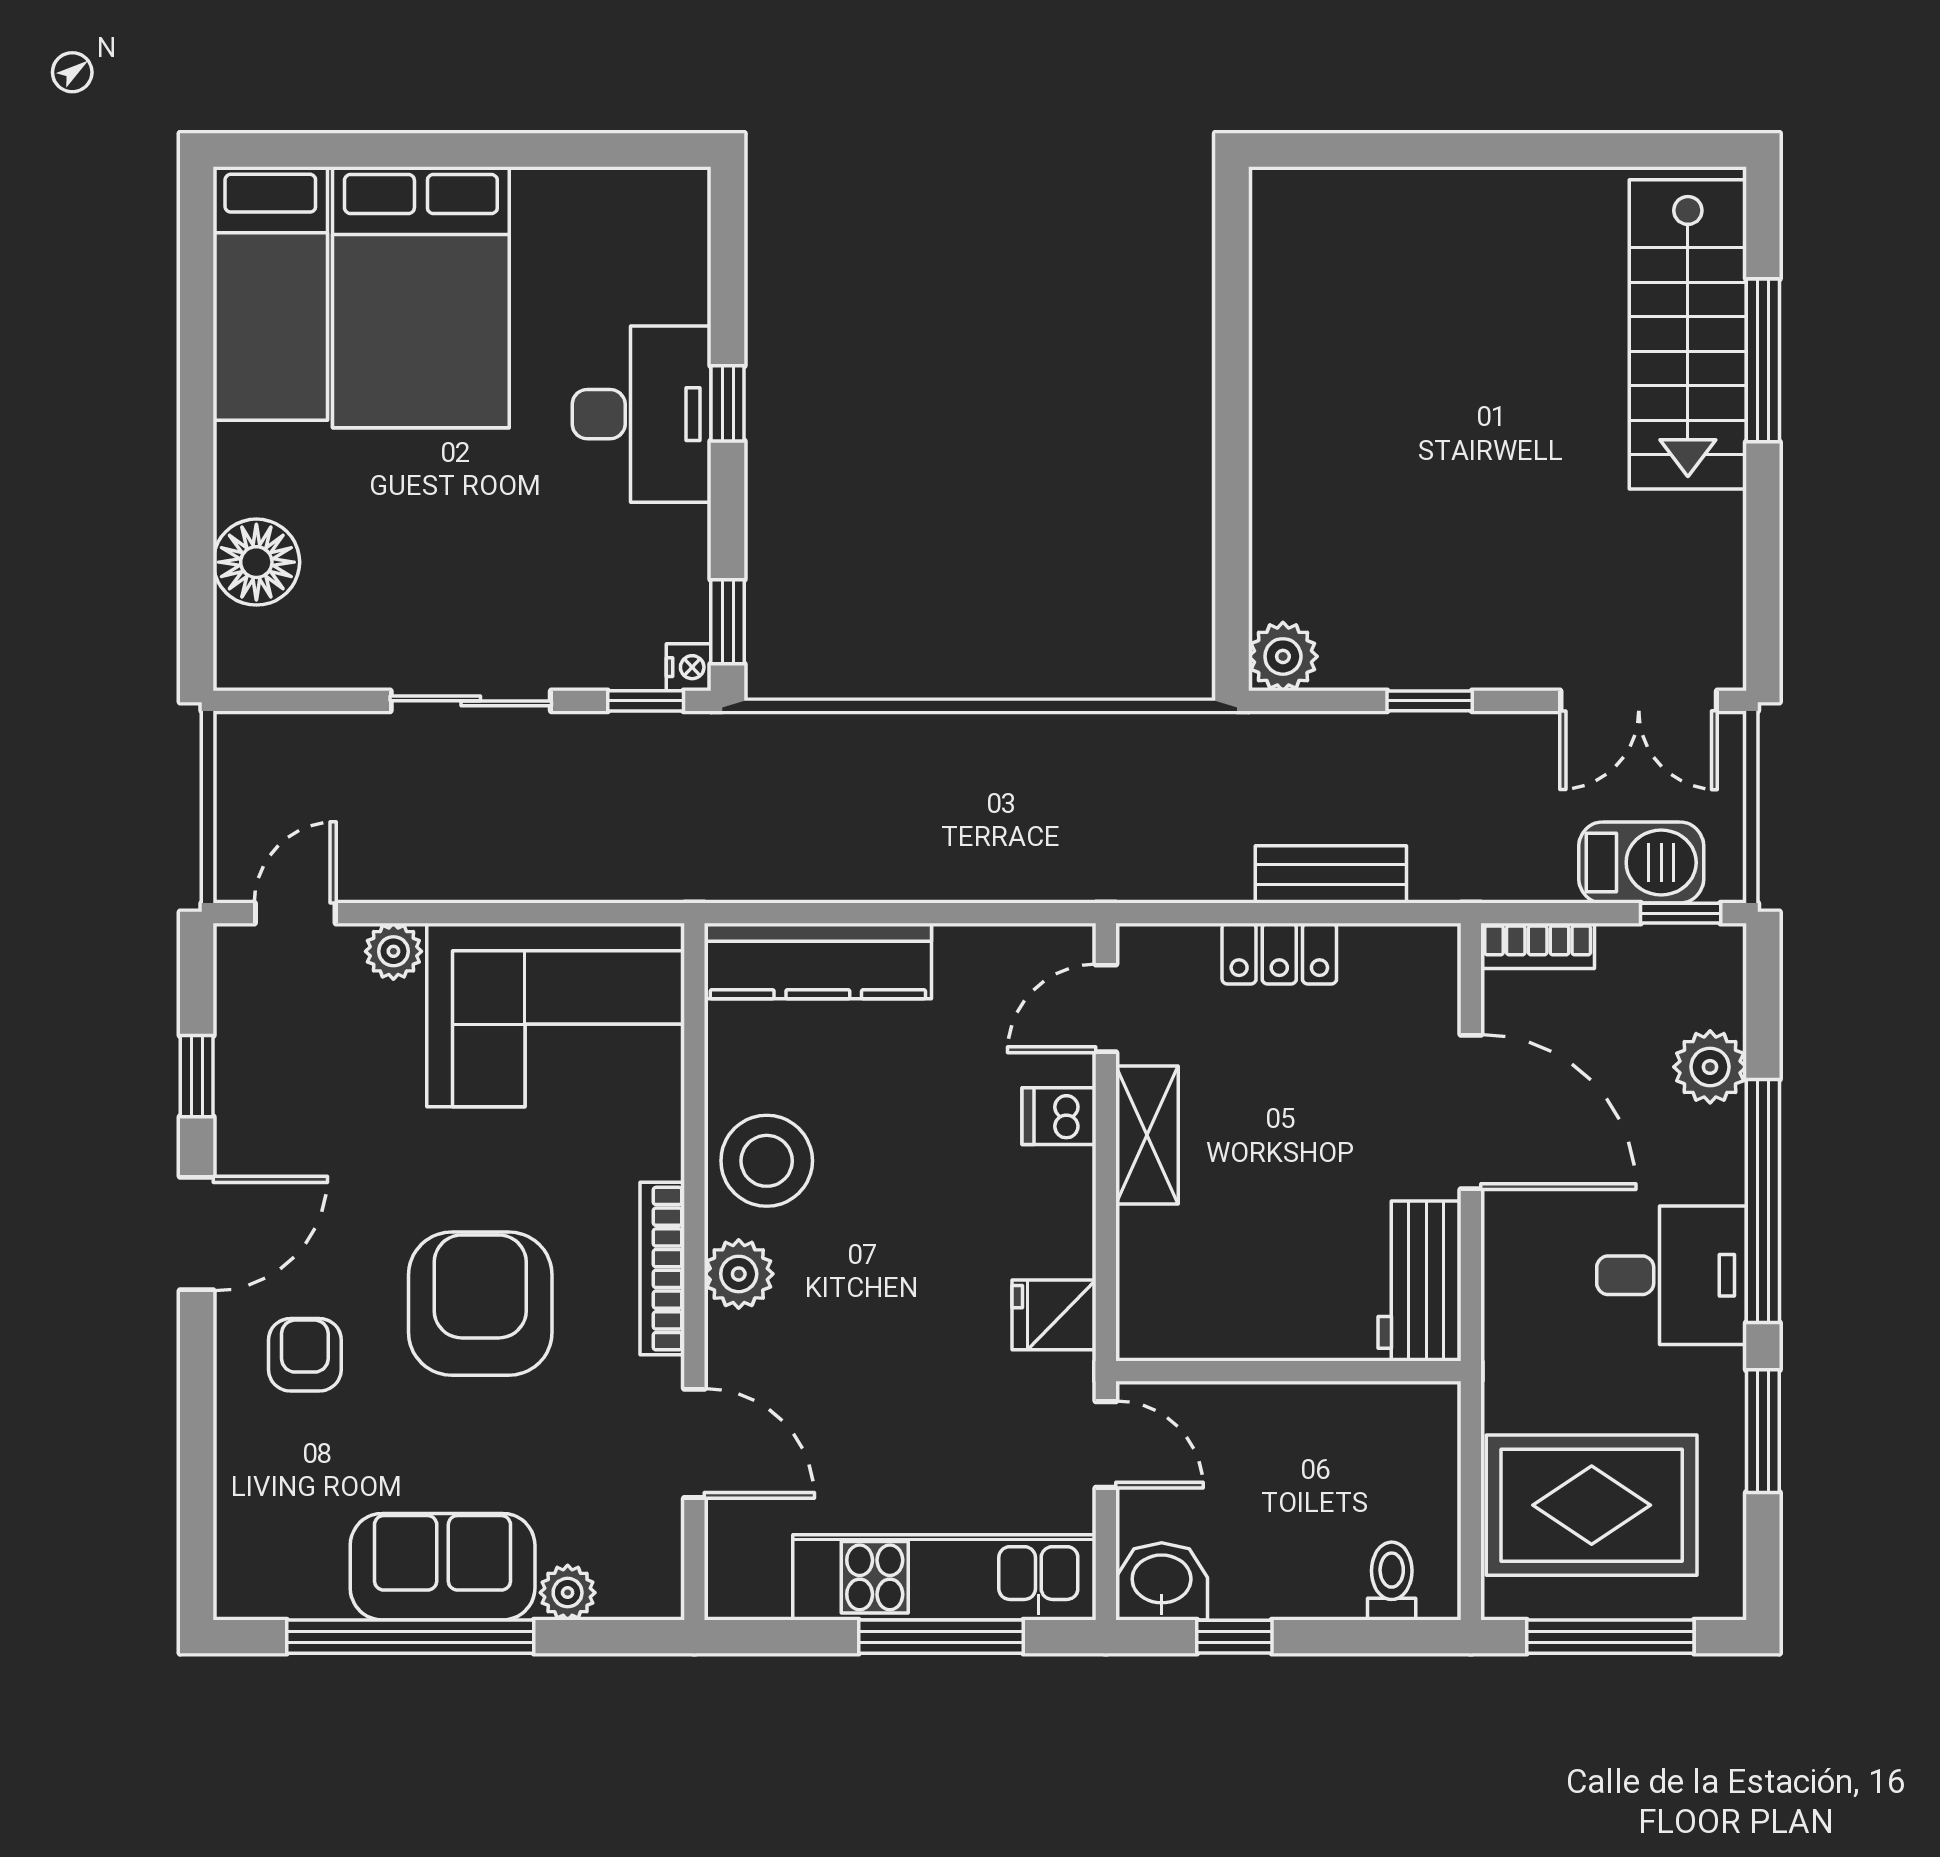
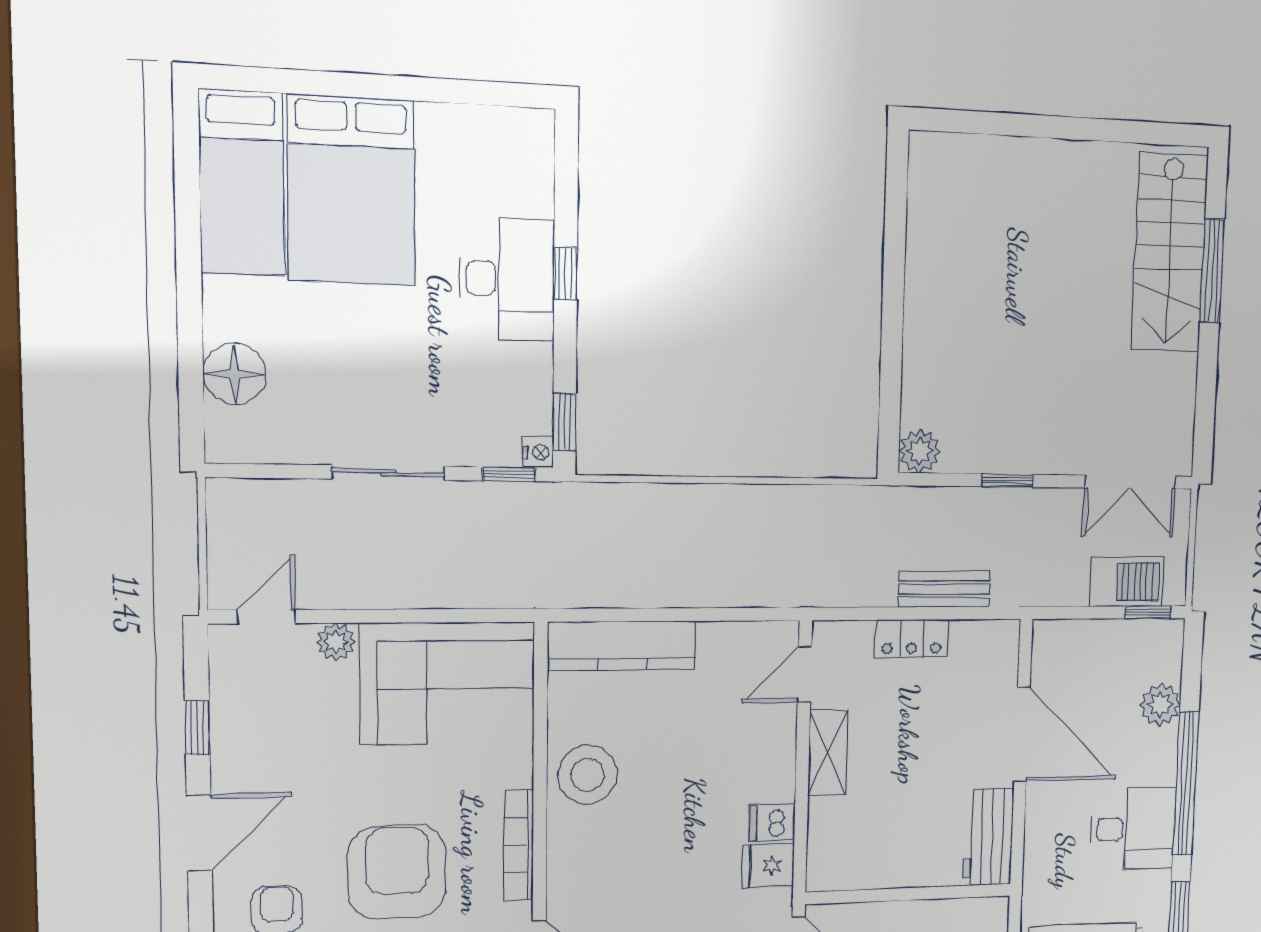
bookcase: (1538, 946) -> (1065, 633), removed
dishwasher: (1059, 1116) -> (772, 823), moved
plant: (739, 1274) -> (569, 847), removed

